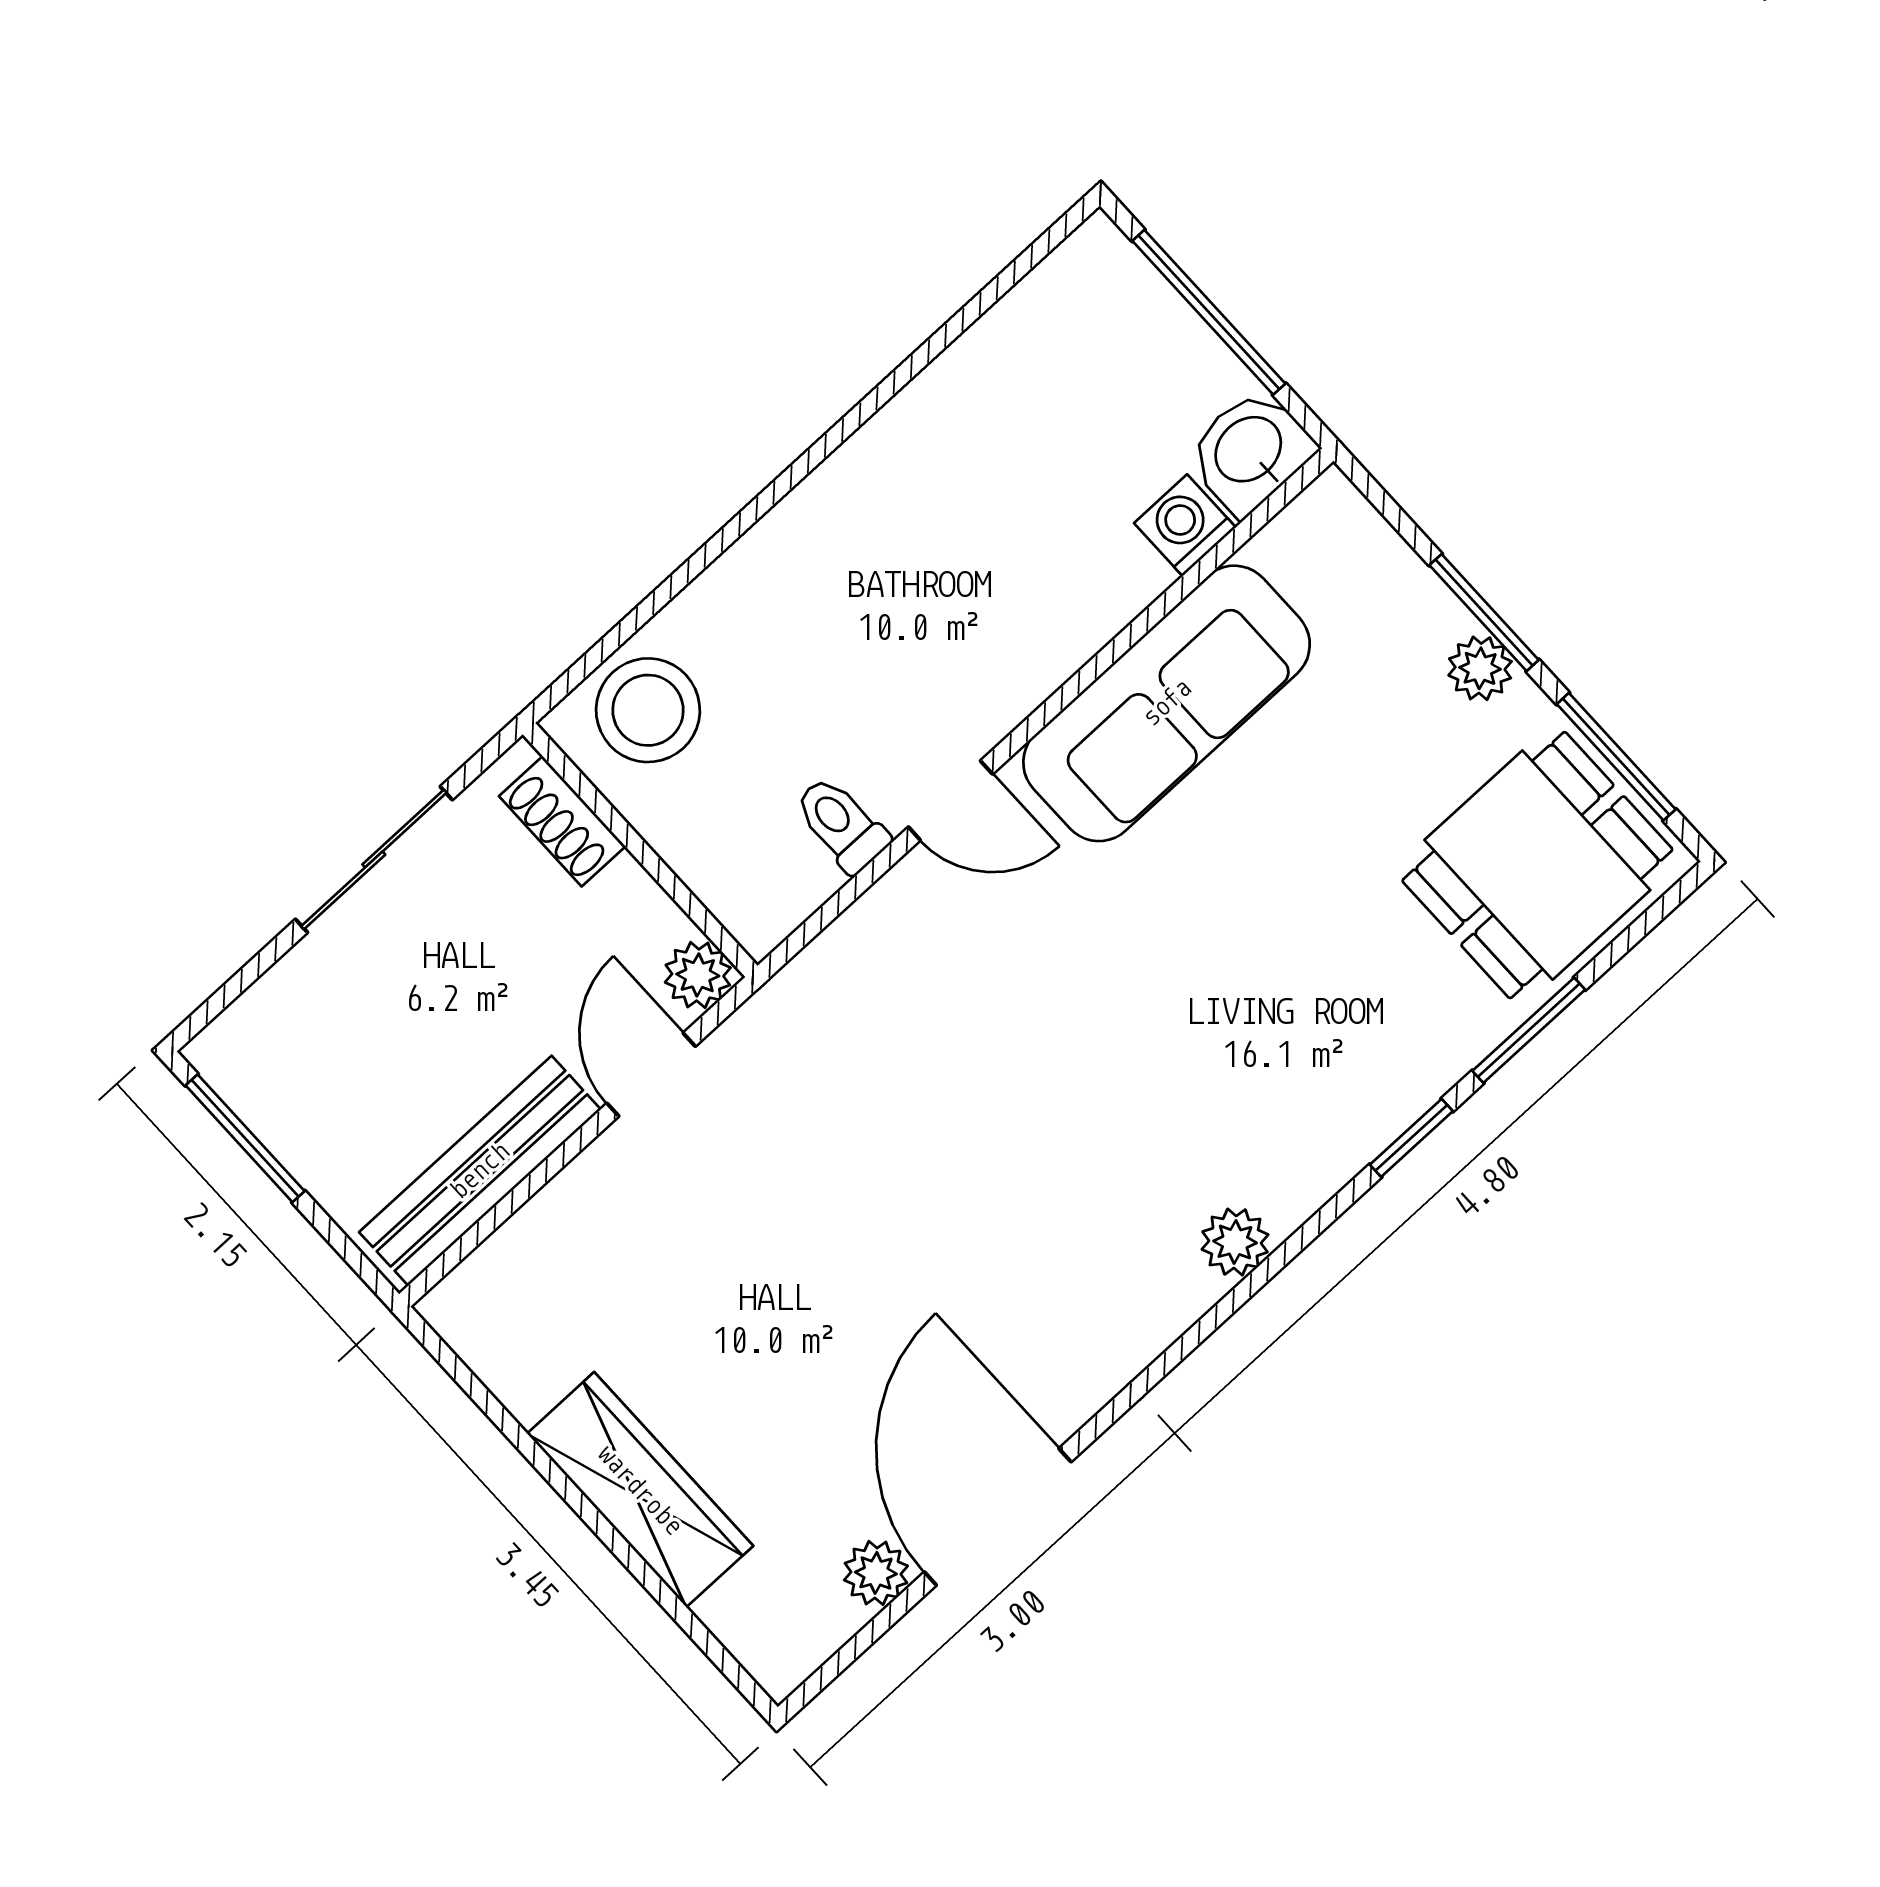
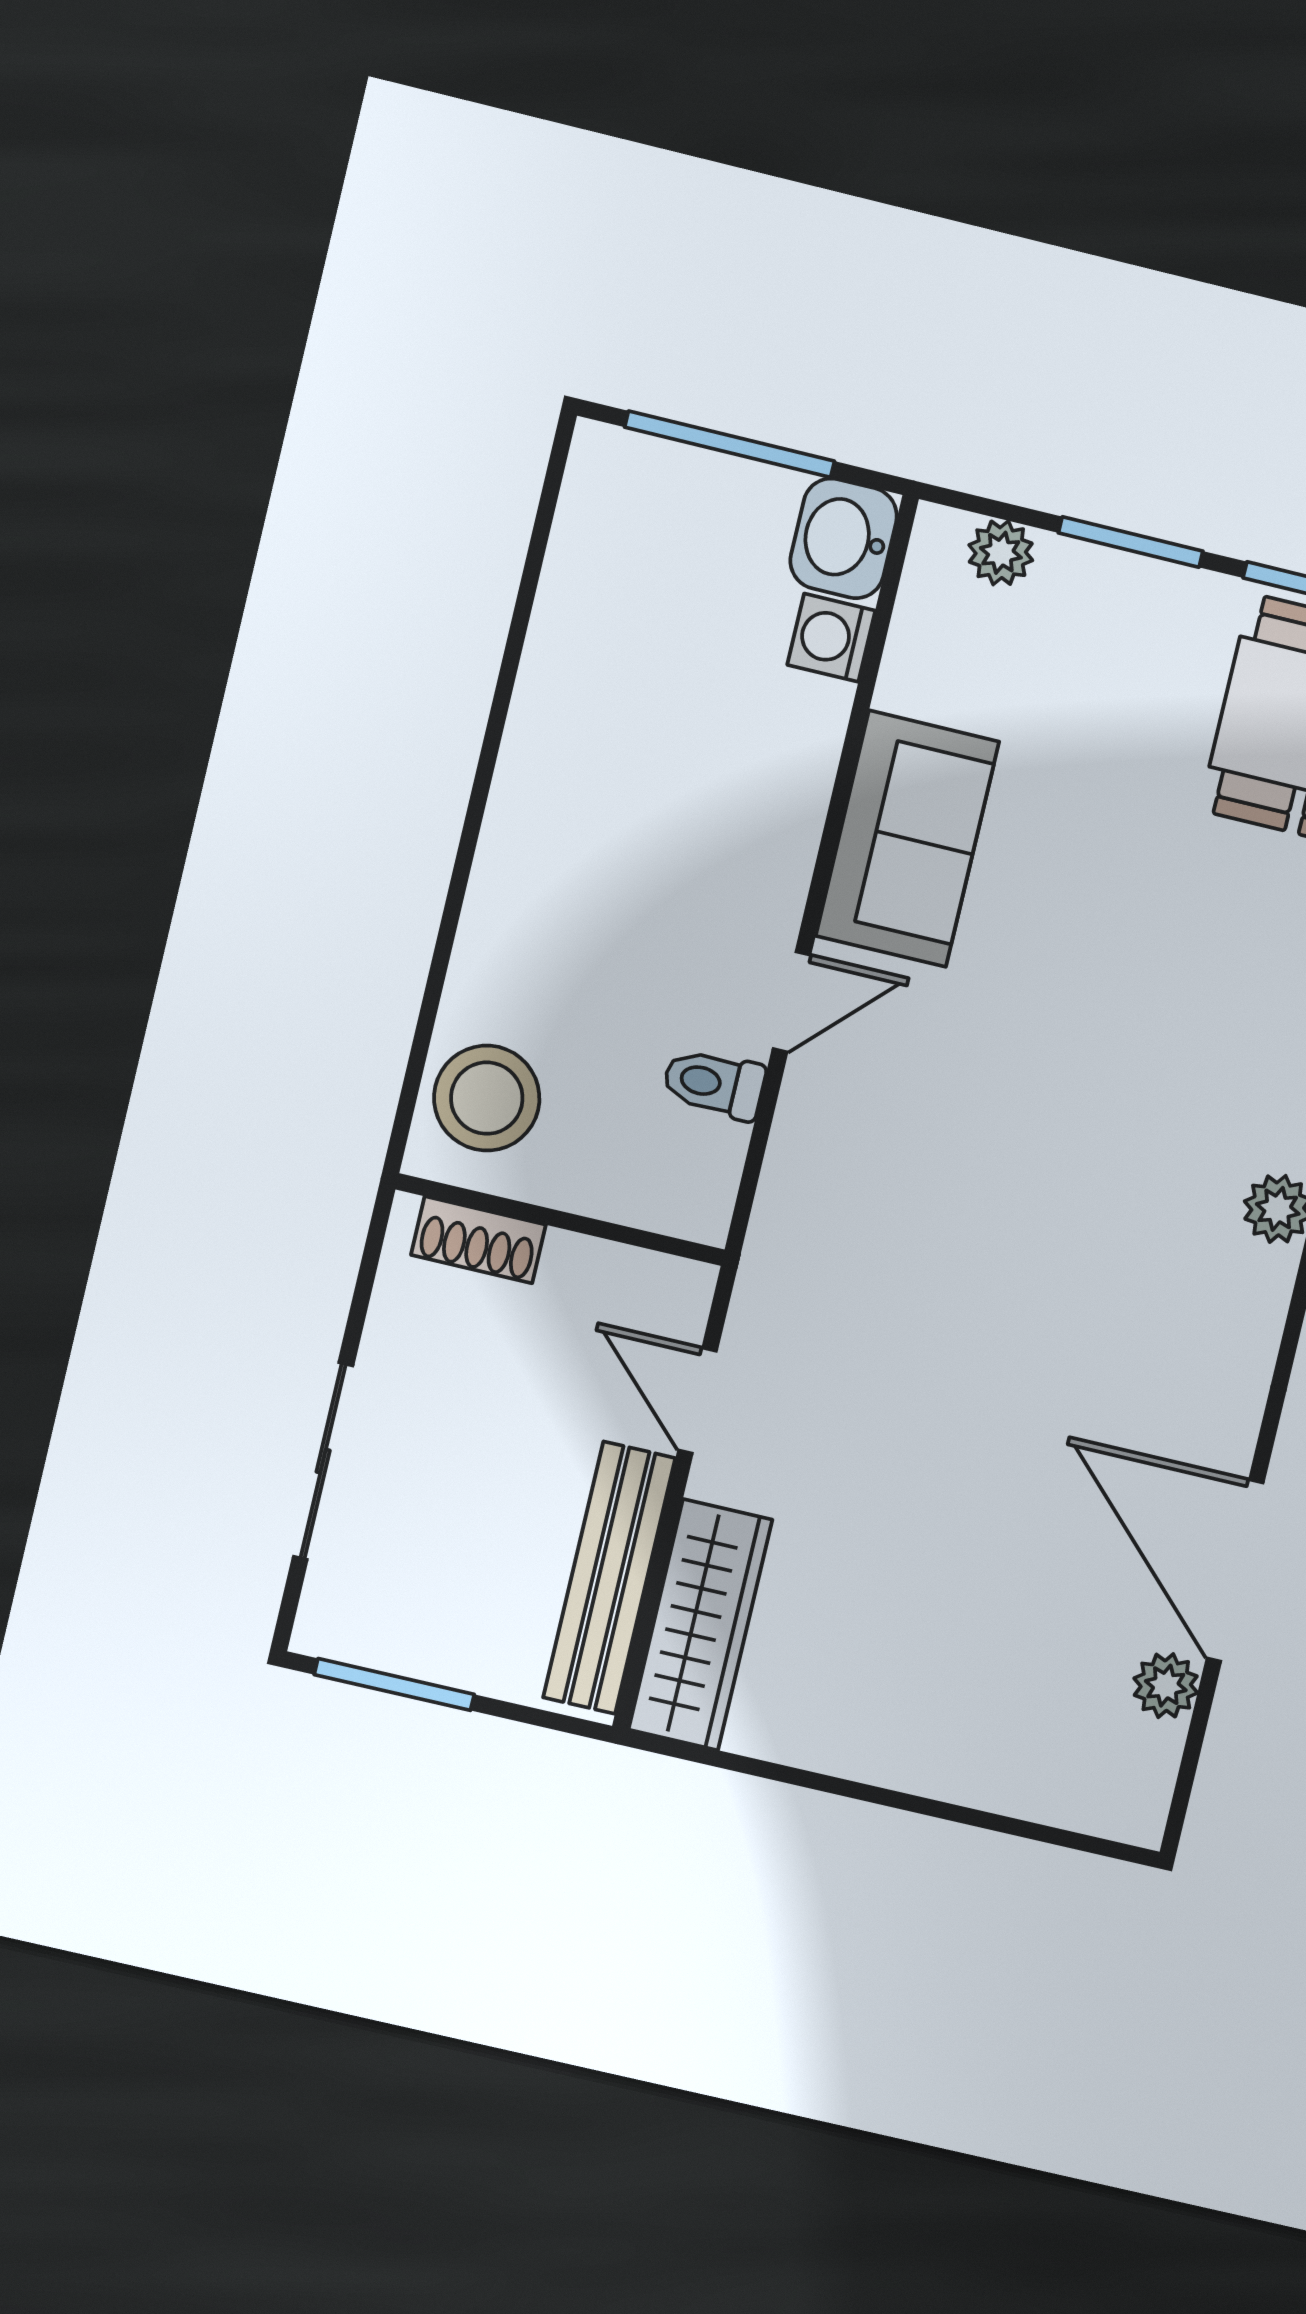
plant: (1480, 668) -> (1001, 553), moved
sofa: (1167, 703) -> (907, 839), width x0.73
sliding door: (374, 860) -> (323, 1461), moved
plant: (698, 975) -> (680, 1291), removed
wardrobe: (640, 1490) -> (700, 1625), moved, turned 90

